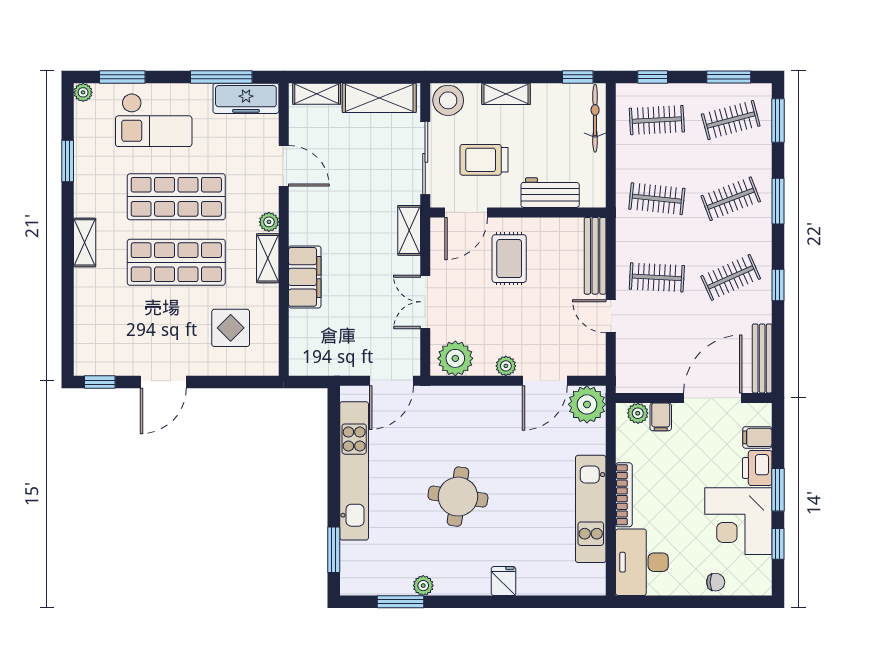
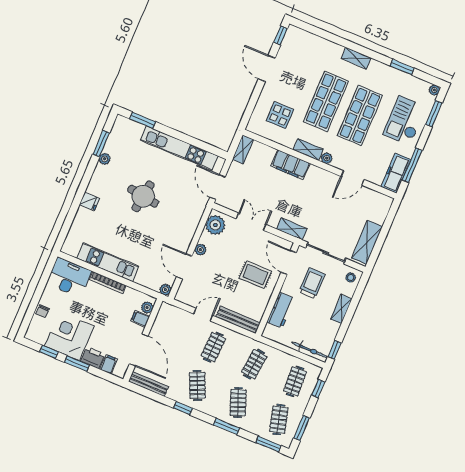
shelving: (317, 94) -> (243, 149), moved
stool: (448, 100) -> (351, 277), width x0.53, depth x0.53
plant: (587, 404) -> (165, 290), width x0.53, depth x0.53

